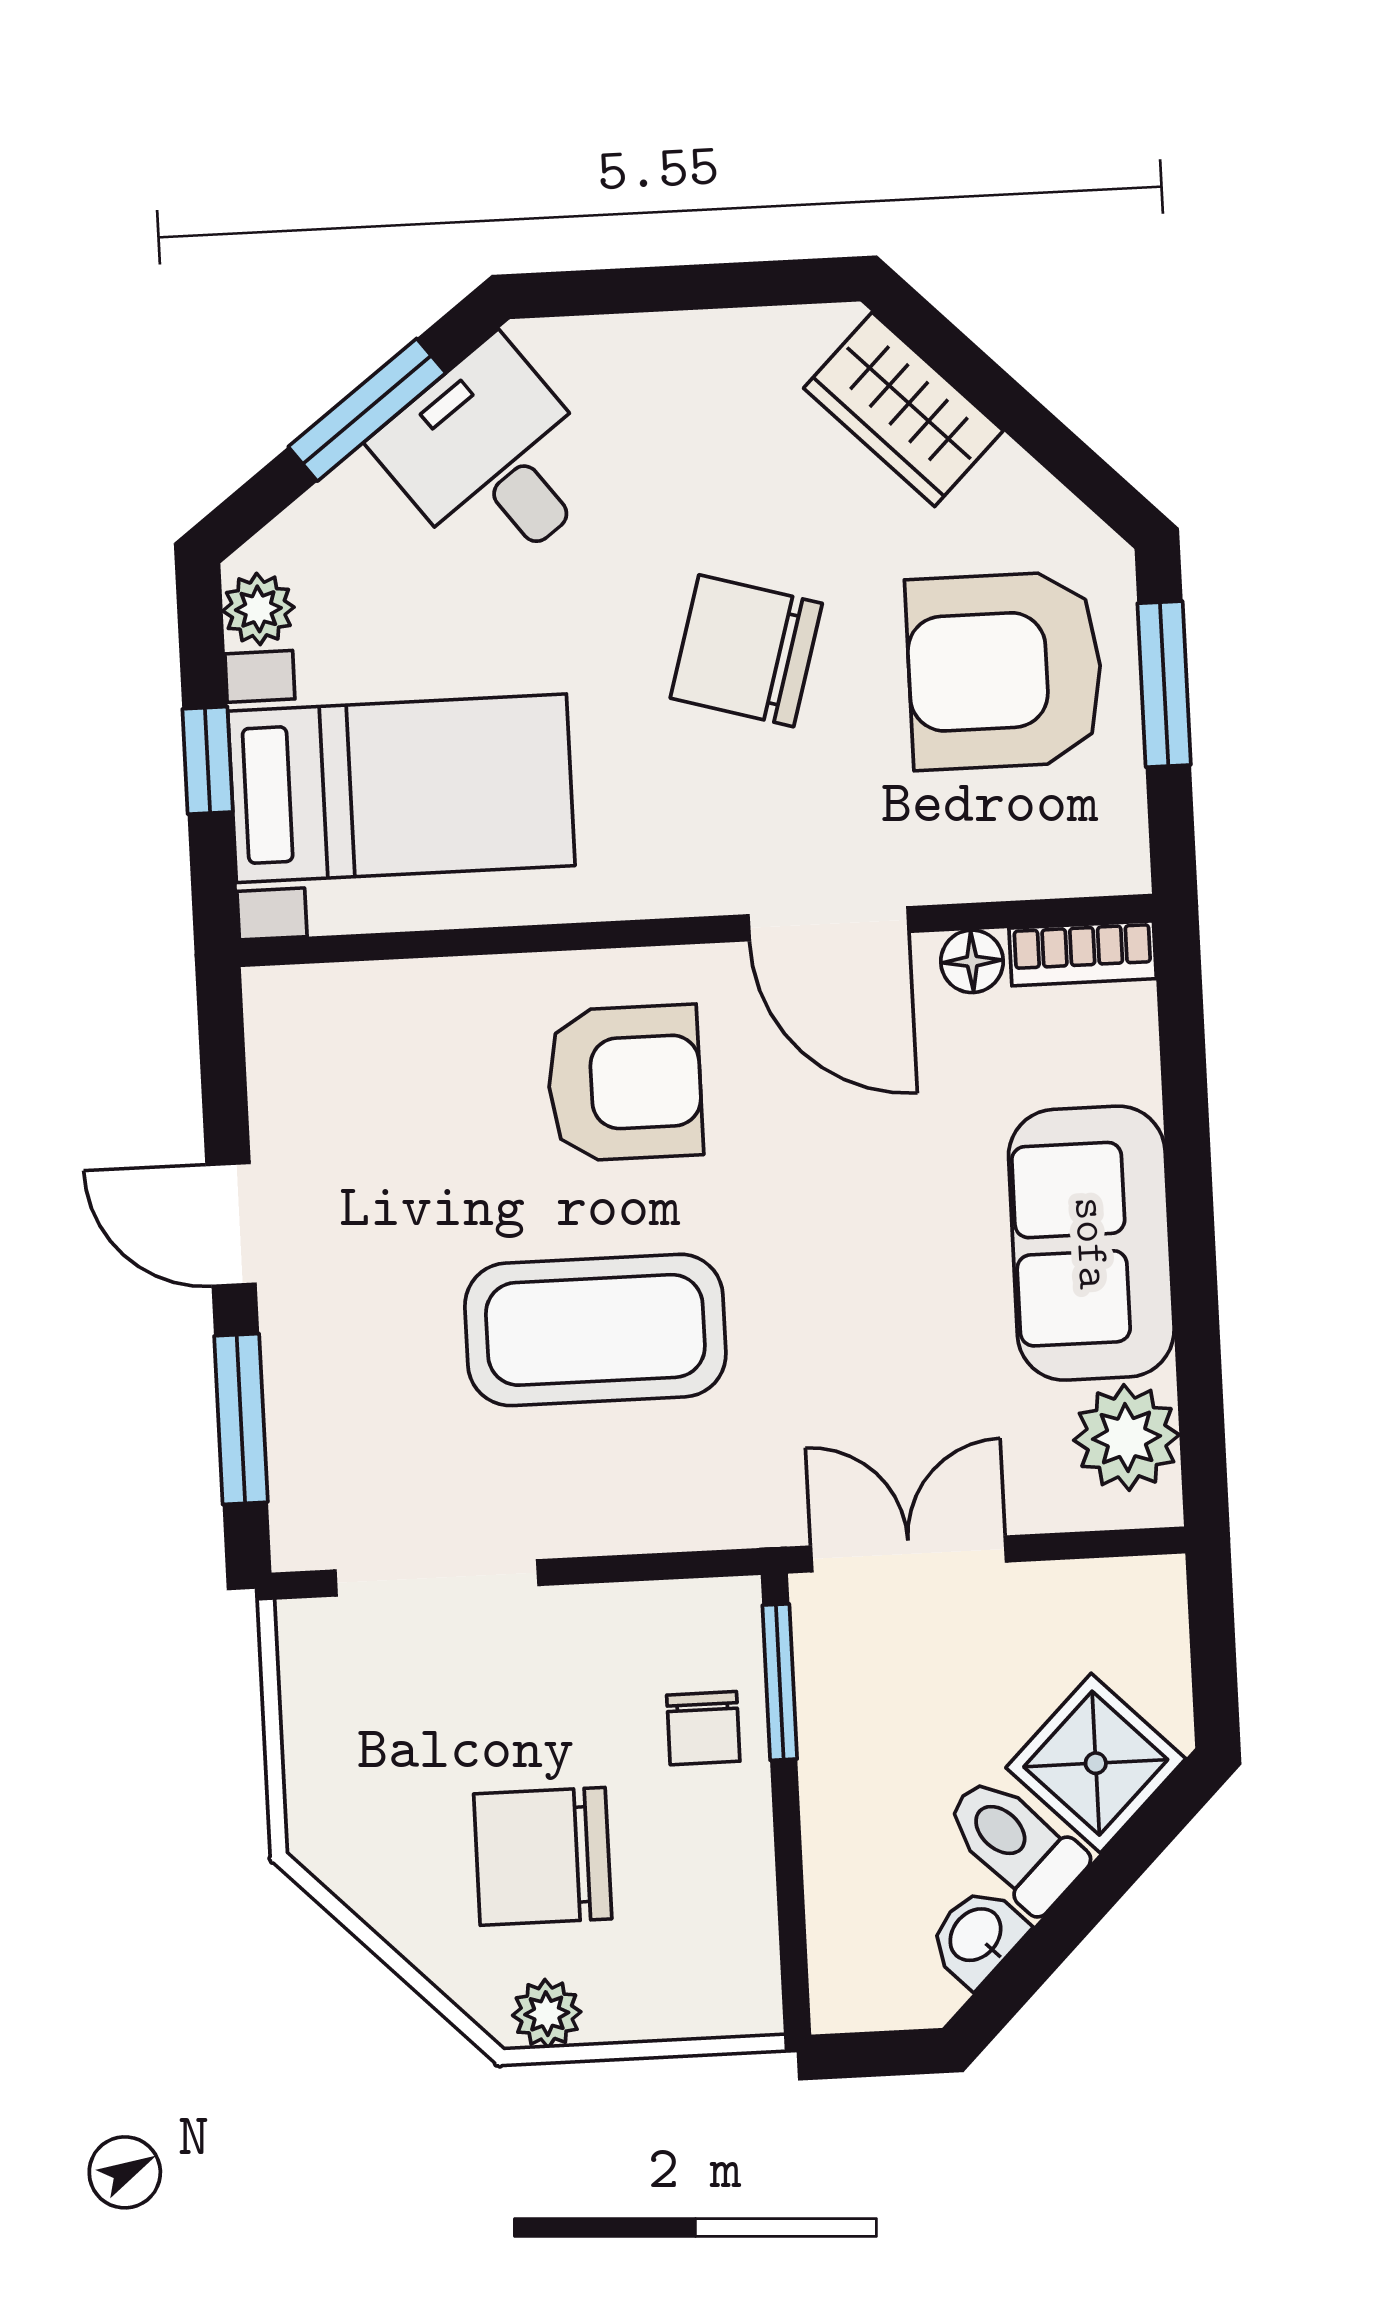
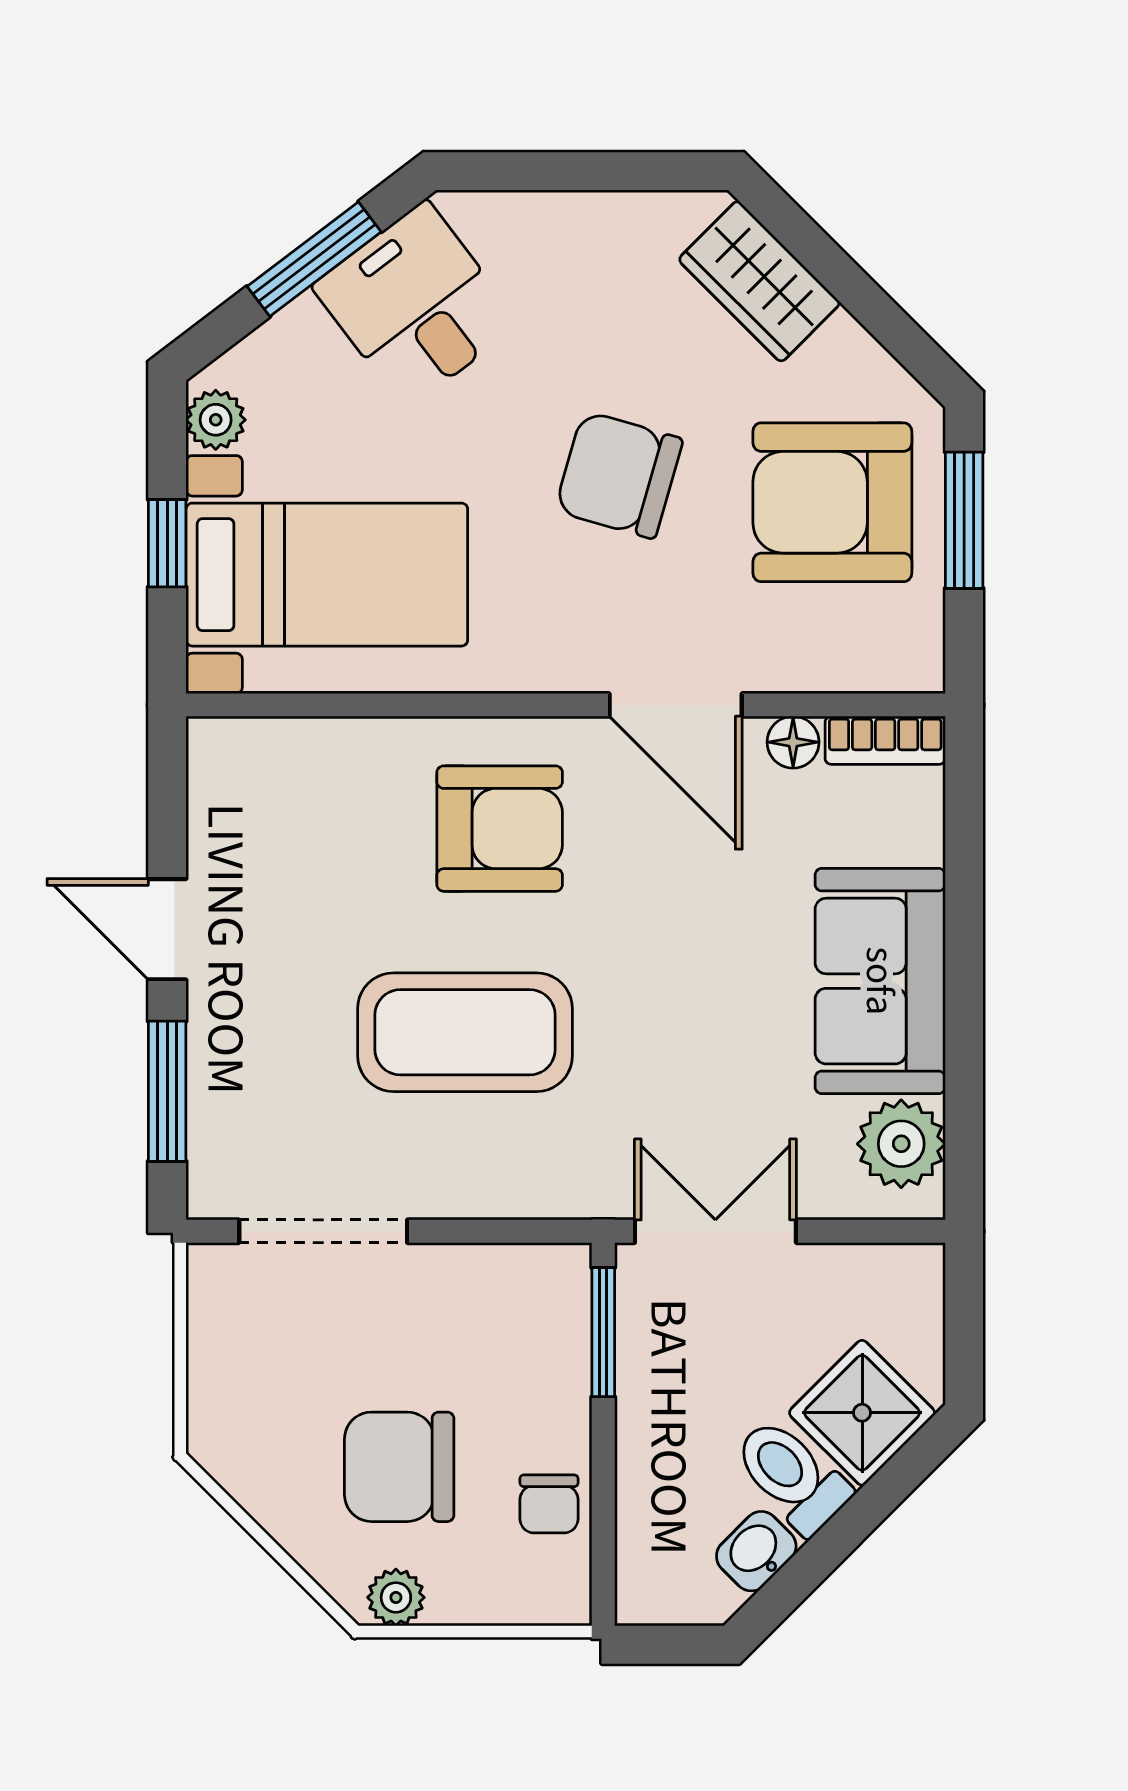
chair: (703, 1728) -> (549, 1504), moved

